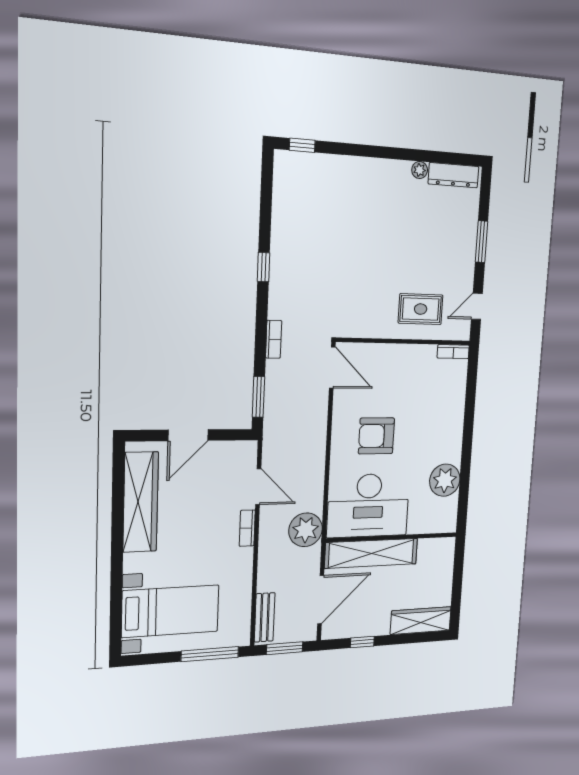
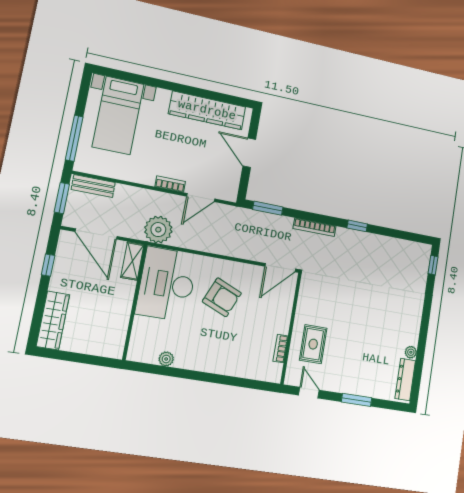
bookcase: (274, 339) -> (315, 227), width x1.56
bookcase: (453, 352) -> (281, 349), moved
armchair: (376, 436) -> (222, 297), turned 113
plant: (445, 480) -> (166, 359), width x0.53, depth x0.53
shelving: (371, 553) -> (132, 261), width x0.45, depth x0.75

